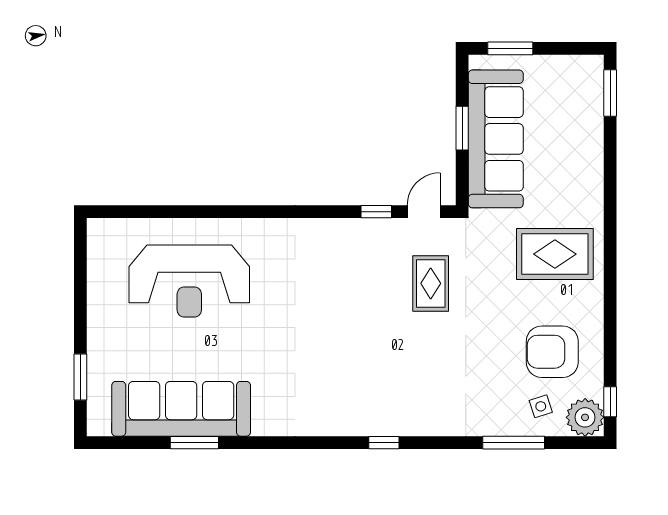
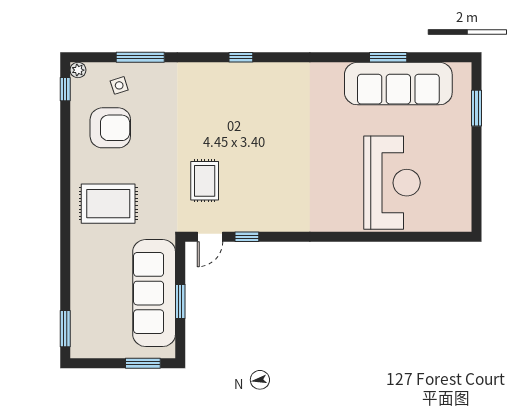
reception desk: (189, 281) -> (392, 183), turned 90
plant: (585, 417) -> (78, 70), width x0.53, depth x0.53

